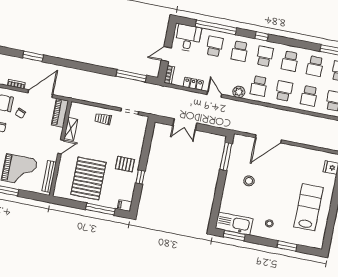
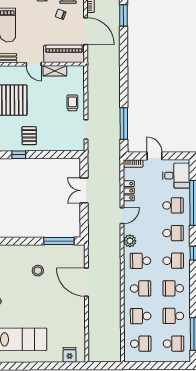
school desk: (240, 51) -> (173, 233), turned 180
piano: (60, 113) -> (64, 54), width x1.37, depth x1.33

